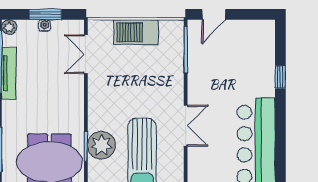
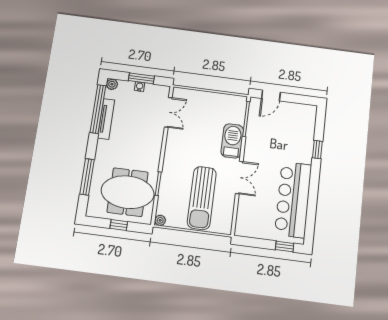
barbecue: (136, 32) -> (232, 141), moved, turned 90
double door: (86, 54) -> (168, 112), swing flipped
plant: (101, 145) -> (171, 184), removed

